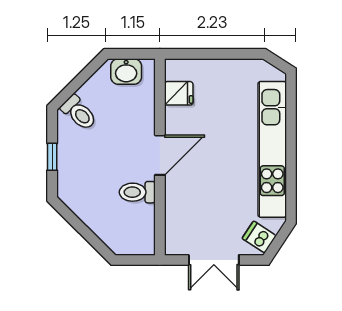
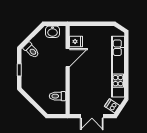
door: (160, 155) -> (68, 58), moved
toilet: (137, 192) -> (57, 96), moved

